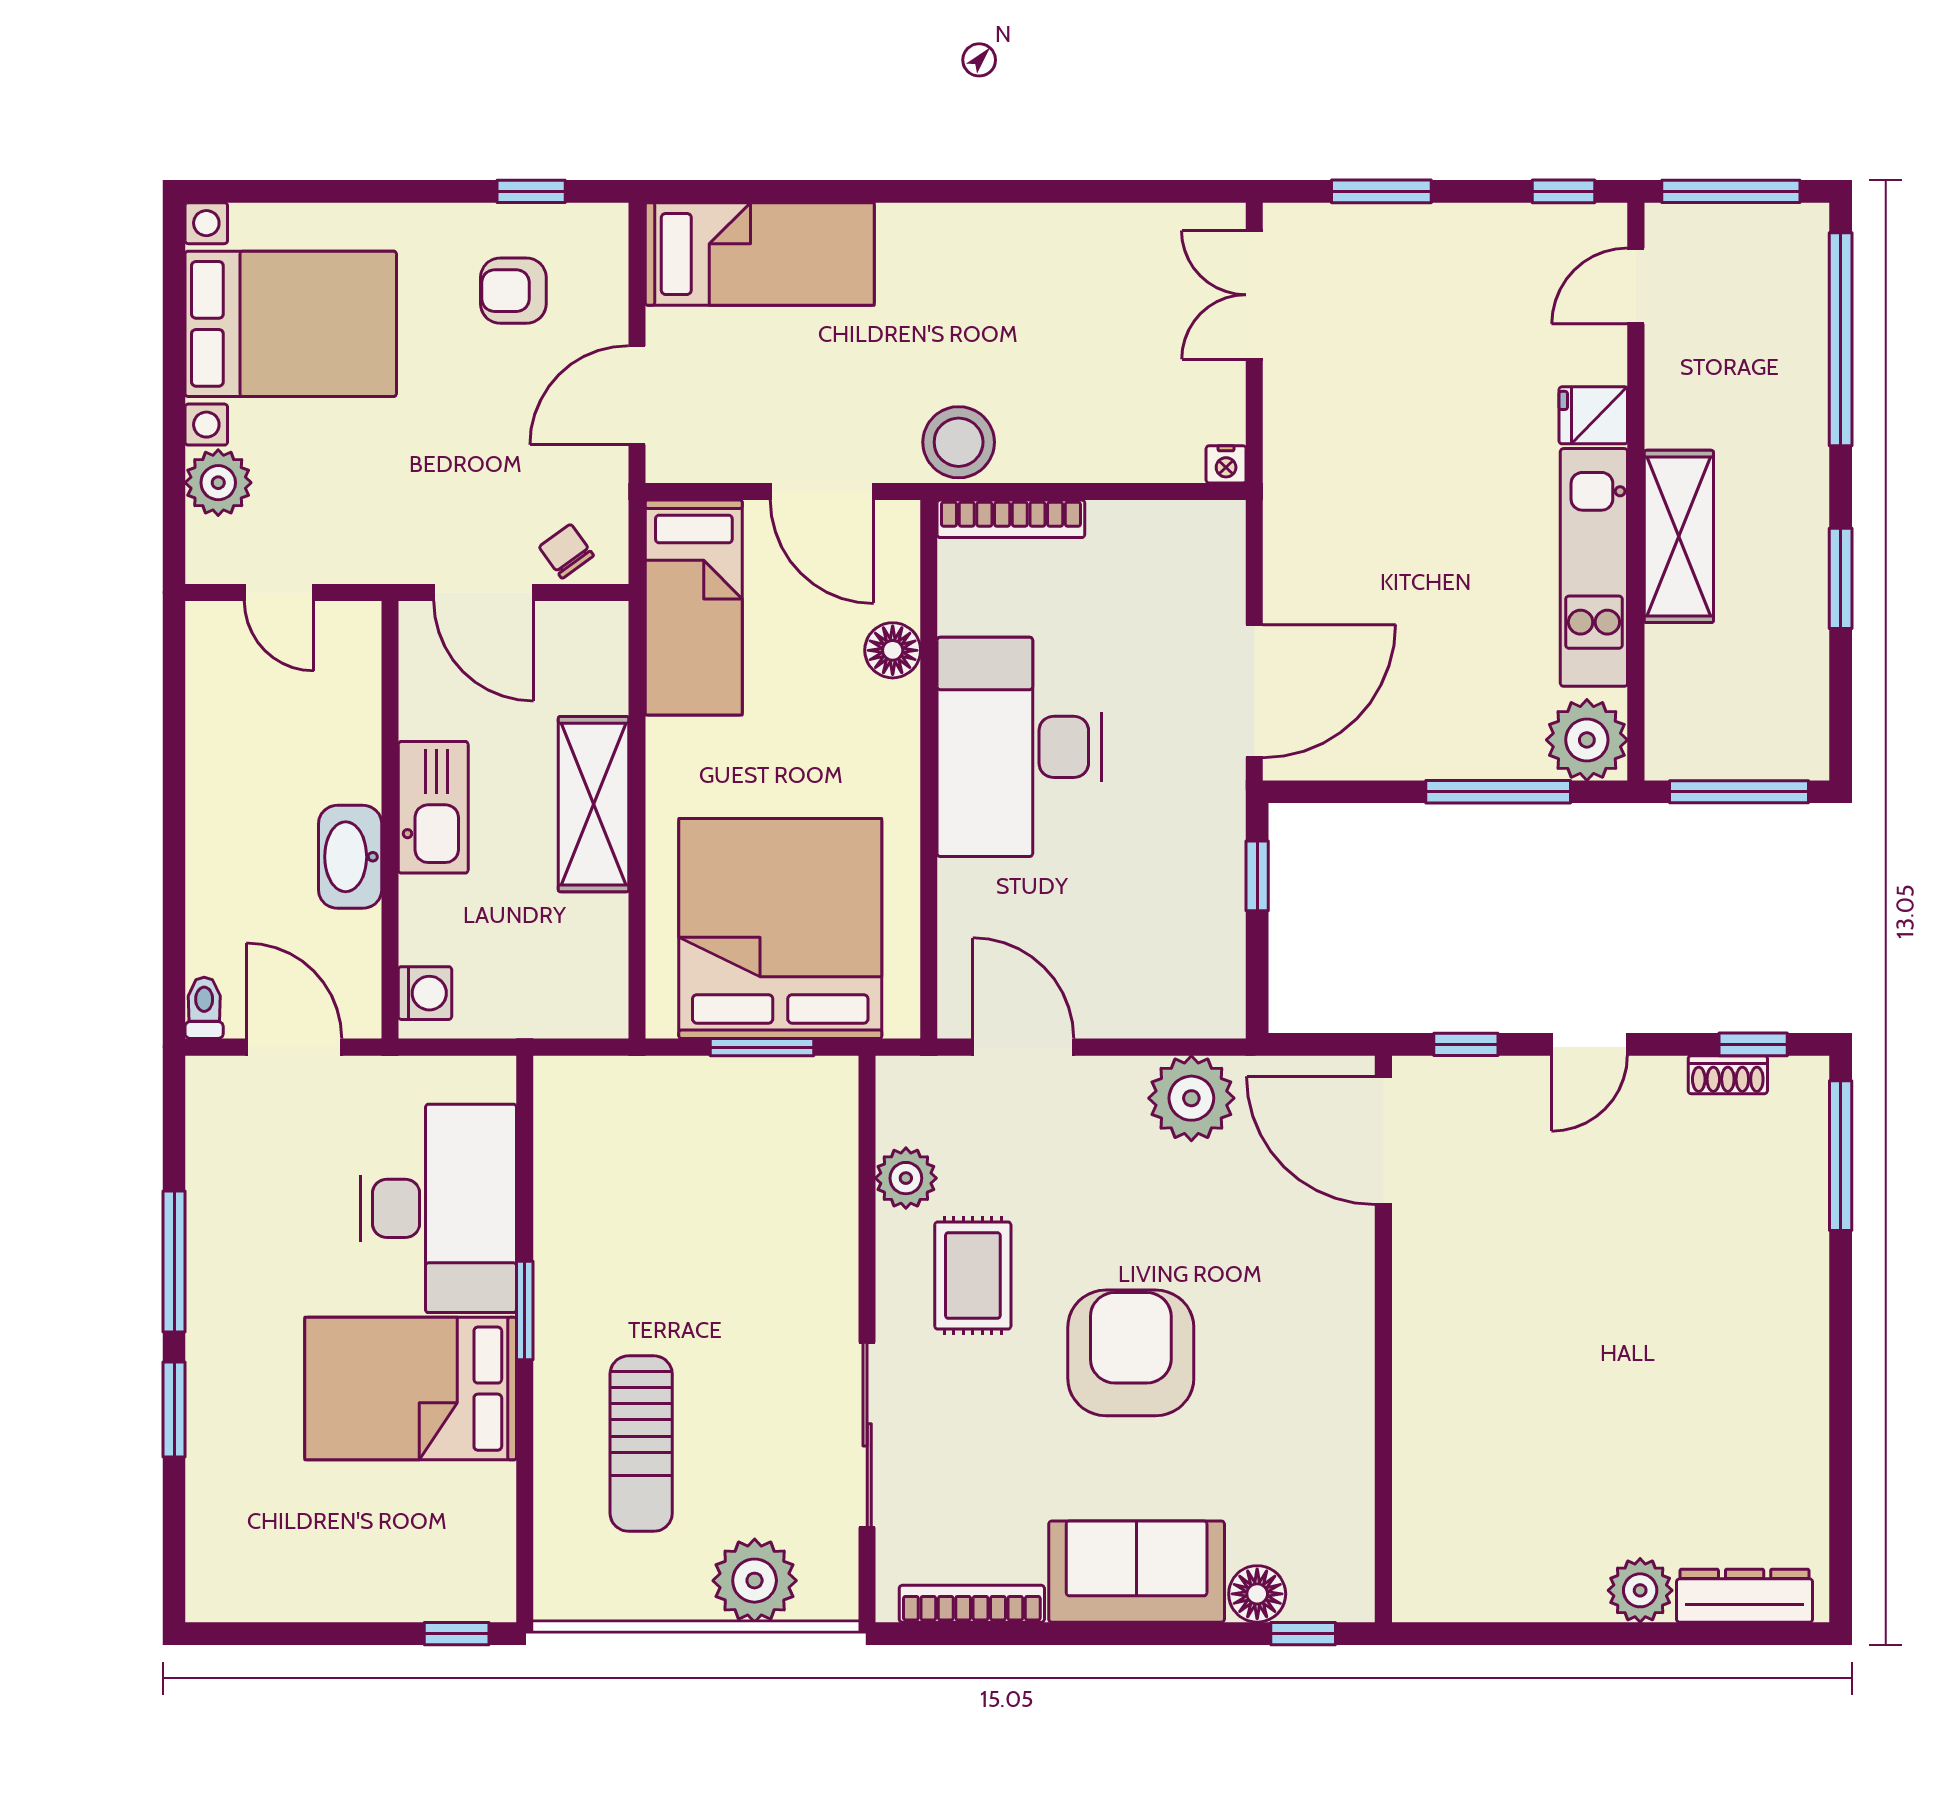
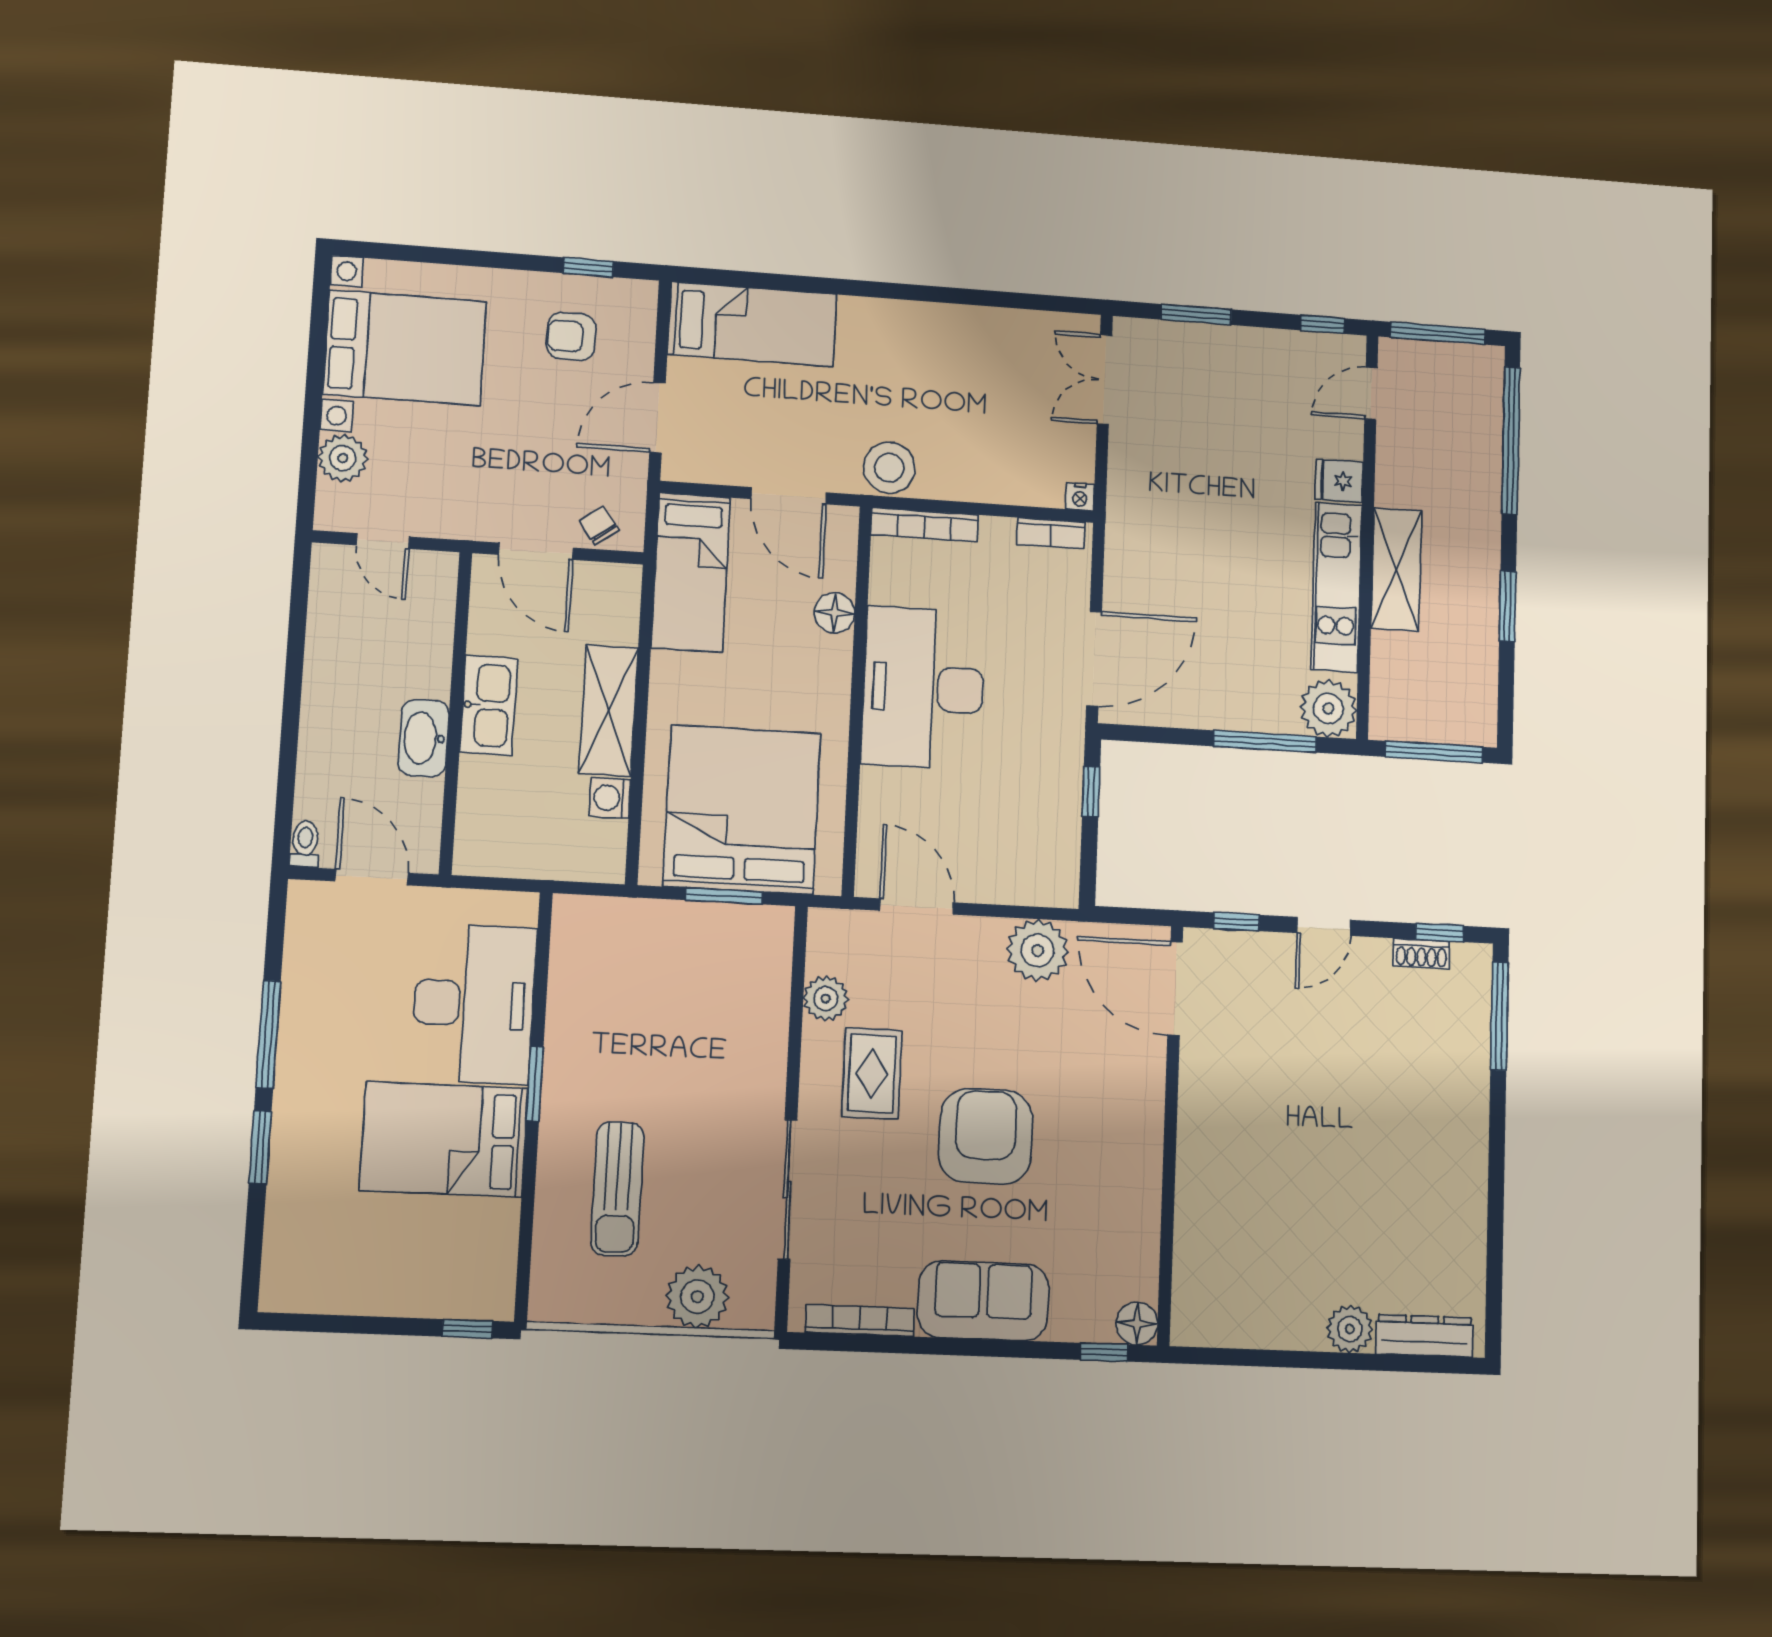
bookcase: (1187, 519) -> (1051, 533), added
washing machine: (425, 993) -> (610, 798), moved, turned 180
floor lamp: (1257, 1594) -> (1137, 1324), moved

